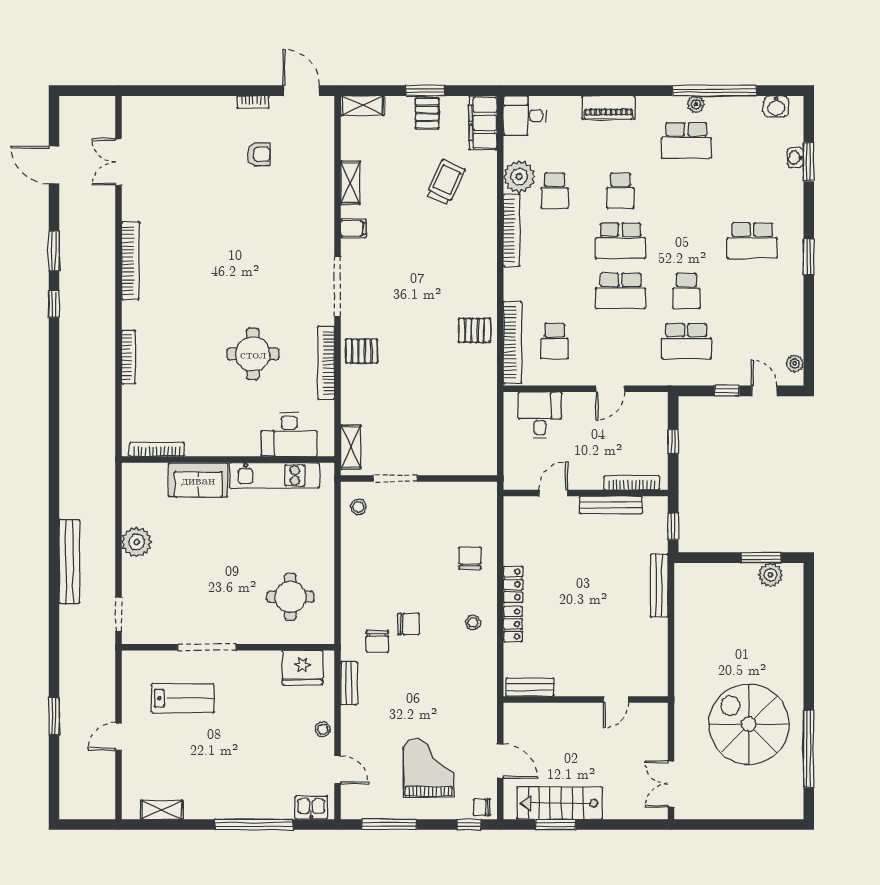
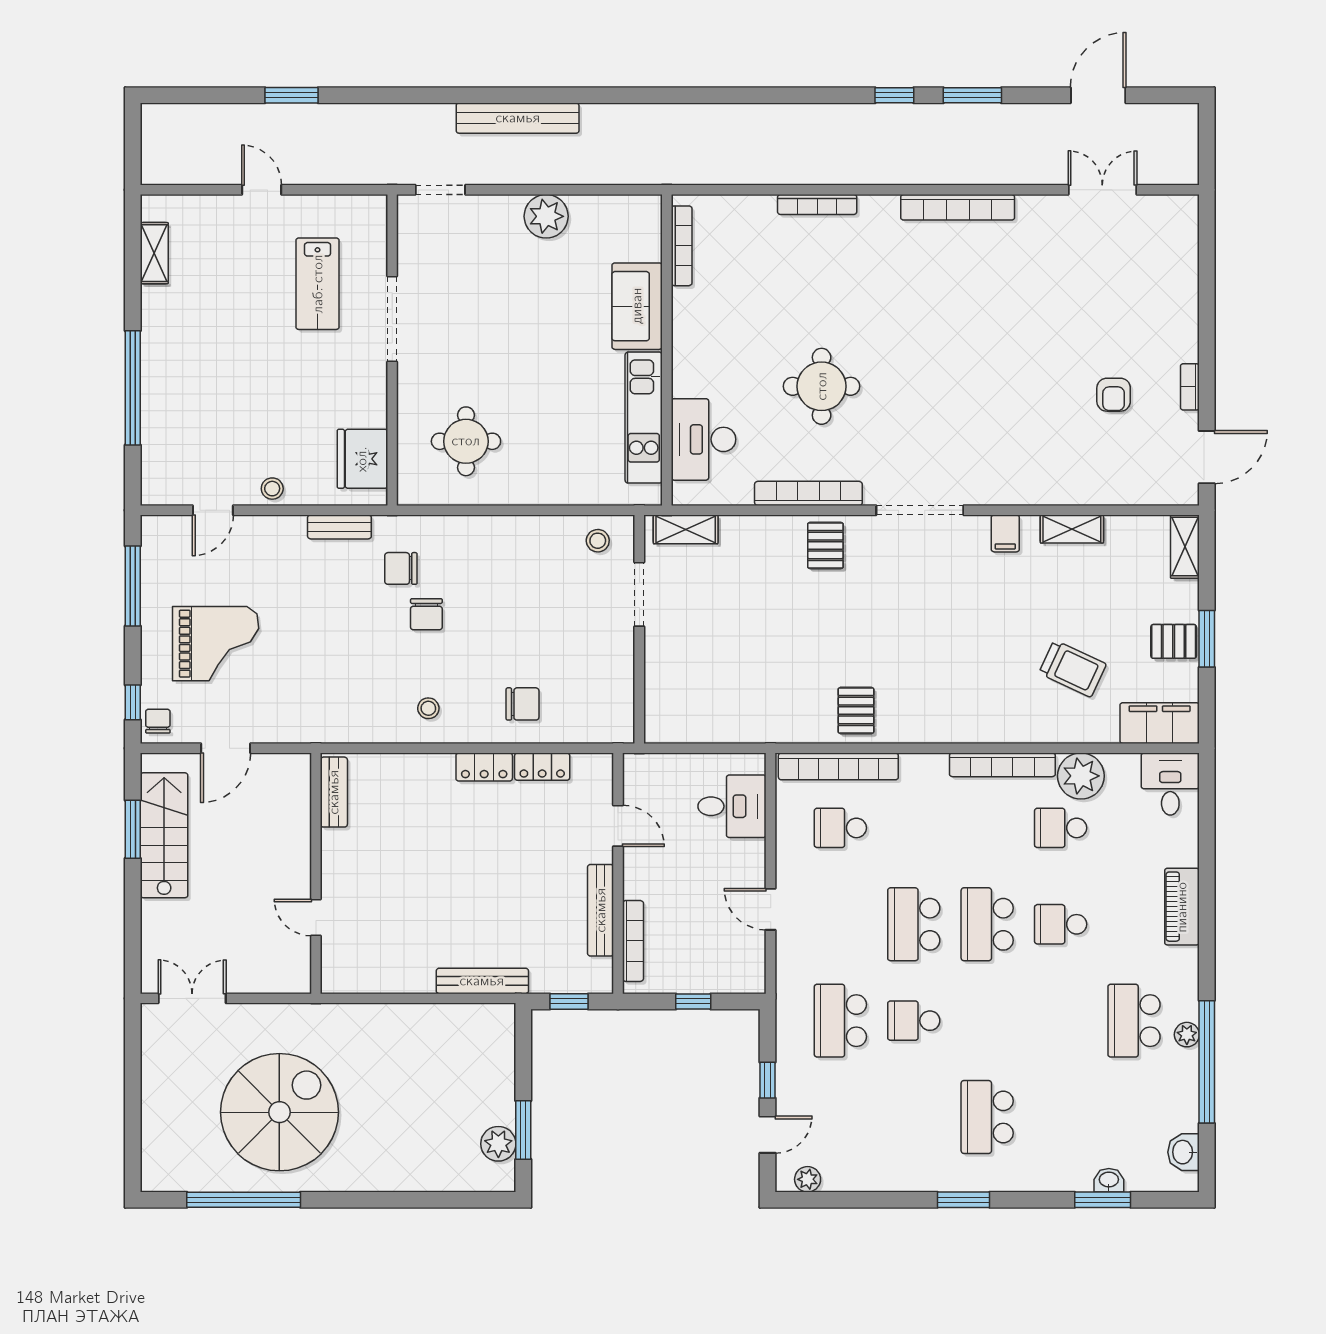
locker: (513, 624) -> (542, 767), moved
kitchen sink: (311, 808) -> (157, 472), removed

